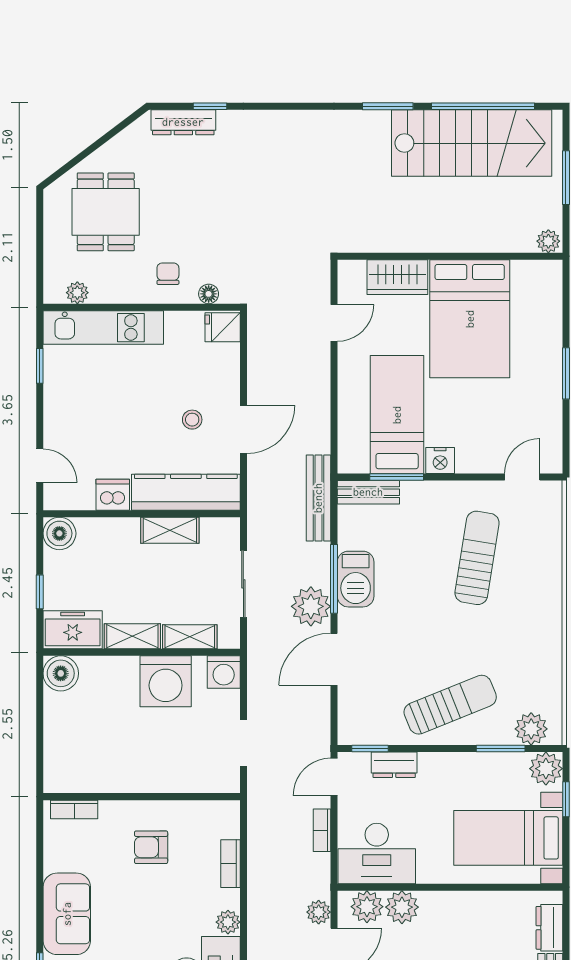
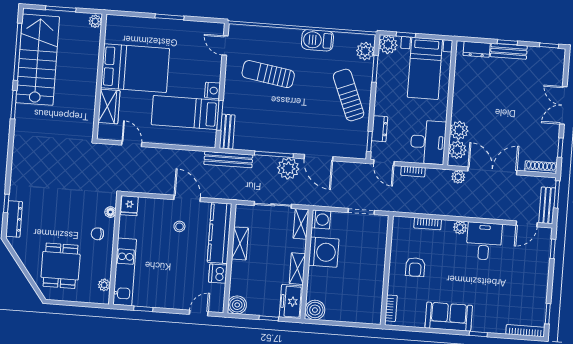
dining table: (106, 212) -> (61, 266), turned 90
barbecue: (356, 579) -> (317, 40), moved, turned 180
shelving: (190, 637) -> (301, 224), moved

